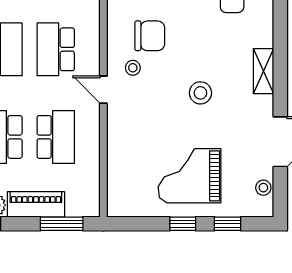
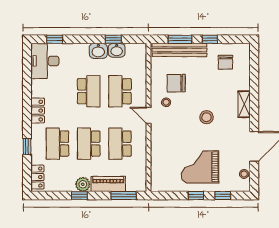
chair: (150, 36) -> (176, 83), turned 180
school desk: (56, 137) -> (120, 144), turned 180

